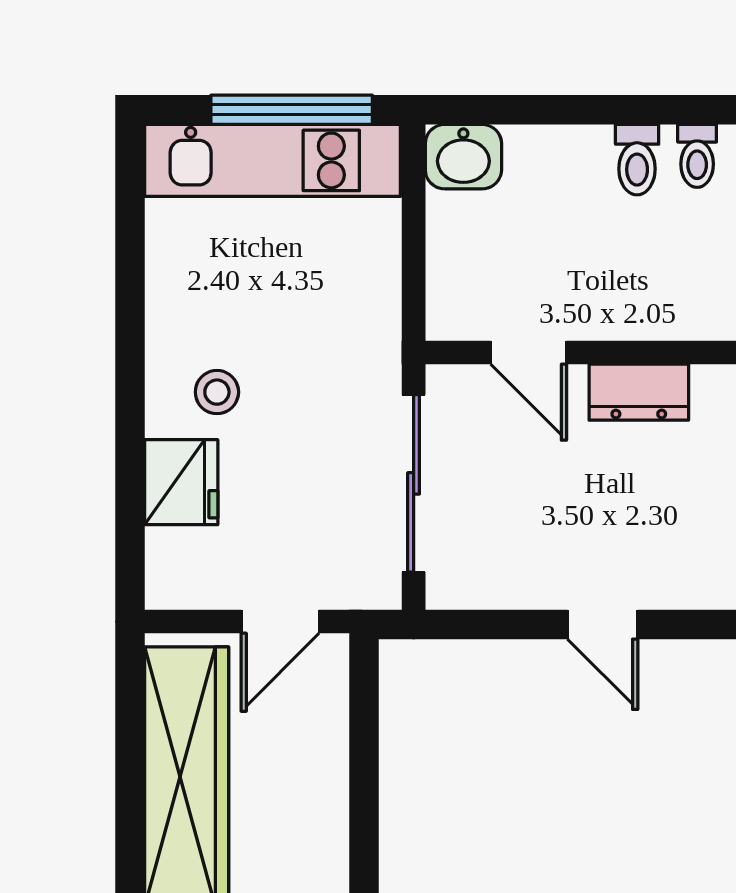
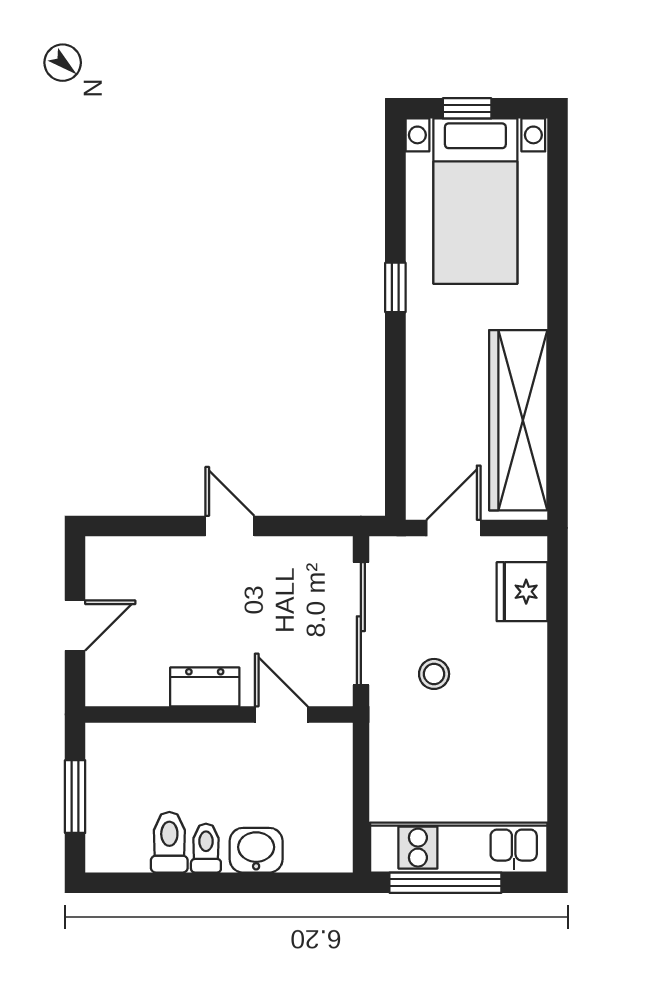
toilet: (697, 156) -> (169, 842), width x1.37, depth x1.39
washbasin: (463, 157) -> (256, 850), moved
stool: (217, 392) -> (434, 674), moved
fridge: (181, 482) -> (522, 592), moved

